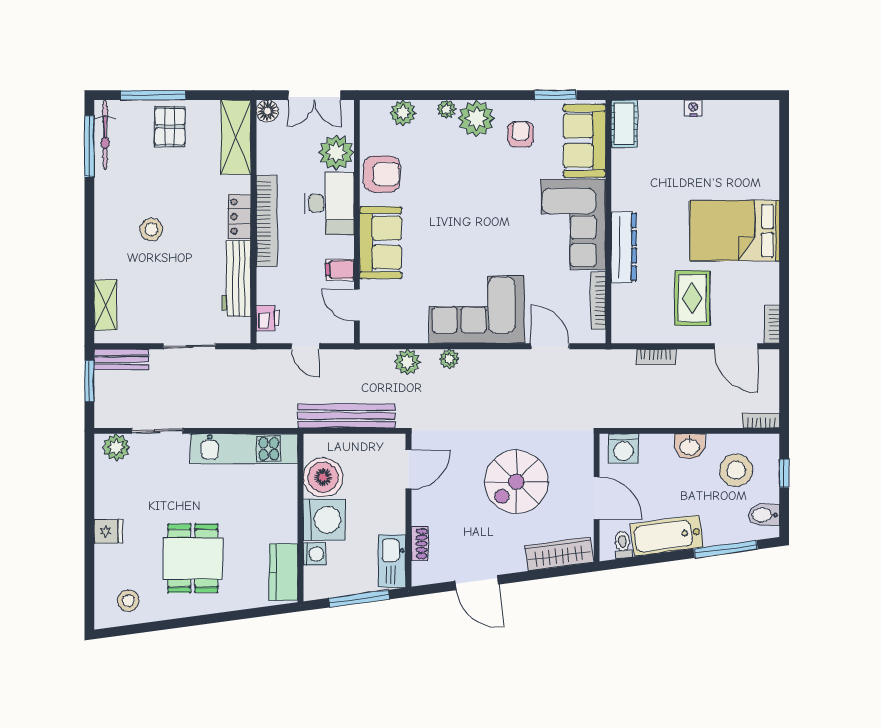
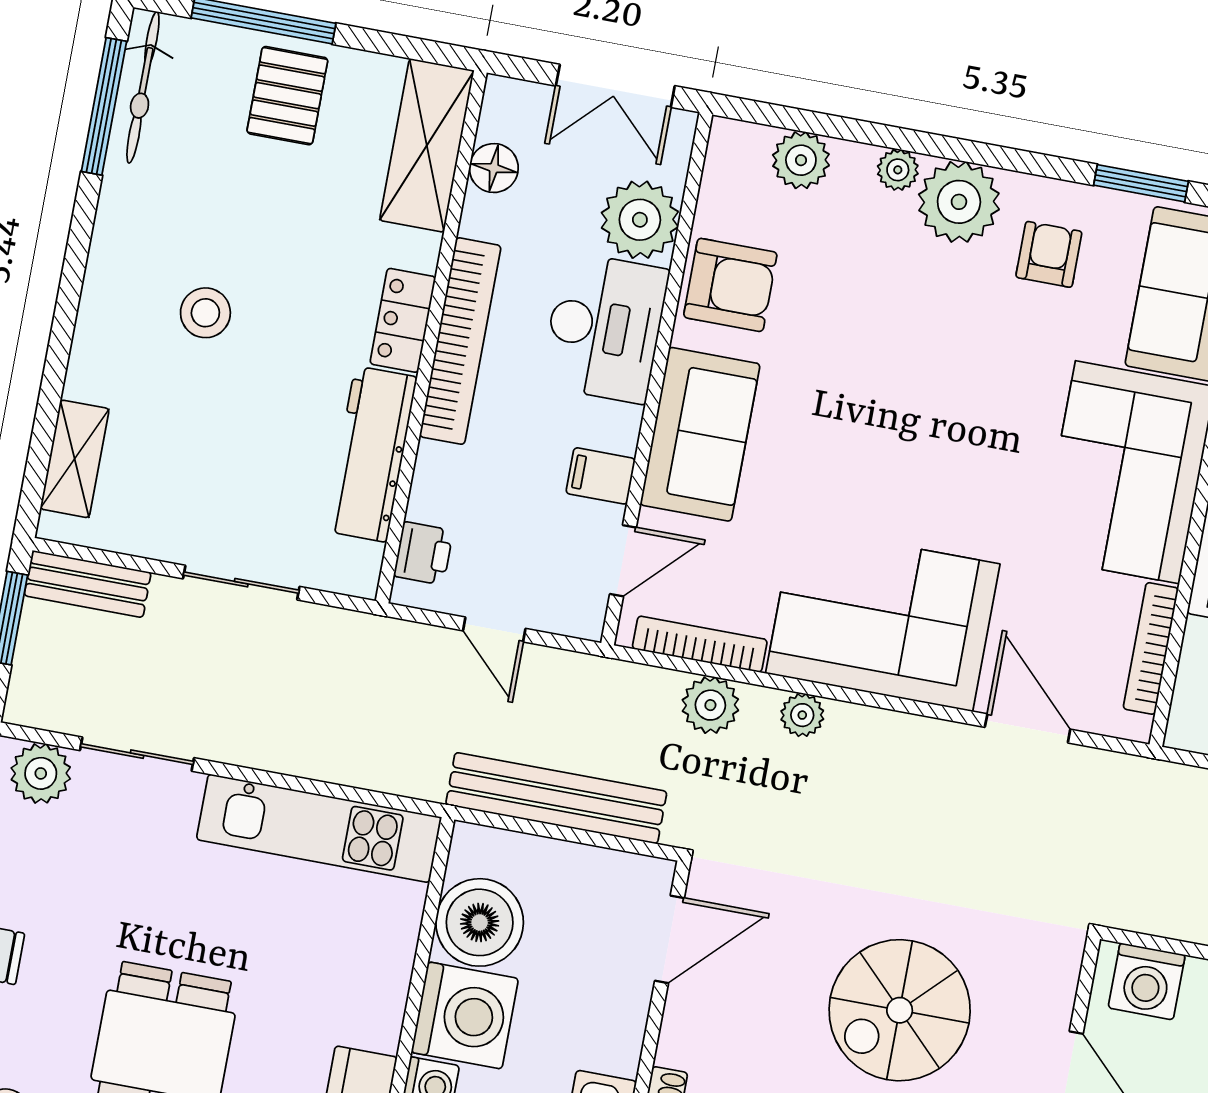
floor lamp: (267, 111) -> (494, 168), moved
door: (357, 305) -> (623, 561), swing flipped
bookcase: (398, 336) -> (700, 644), added

